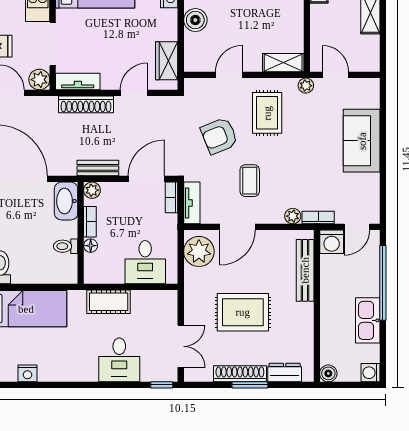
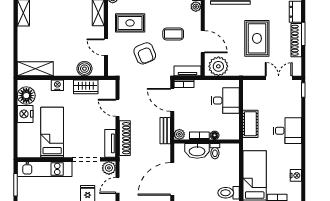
boiler: (195, 20) -> (84, 69), moved
wardrobe: (167, 61) -> (86, 87), moved
washbasin: (66, 201) -> (197, 151), moved
desk: (119, 360) -> (287, 131), moved

